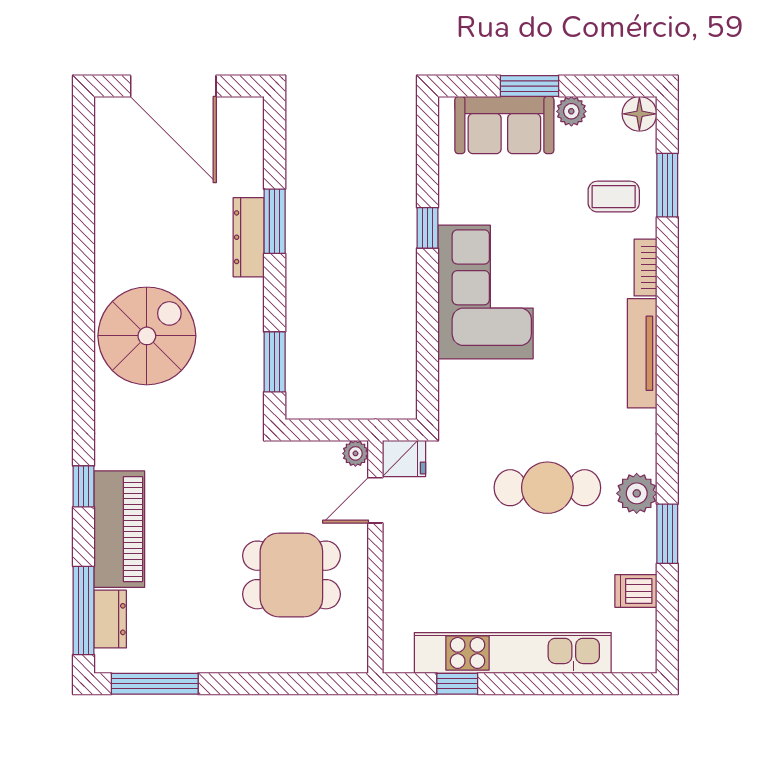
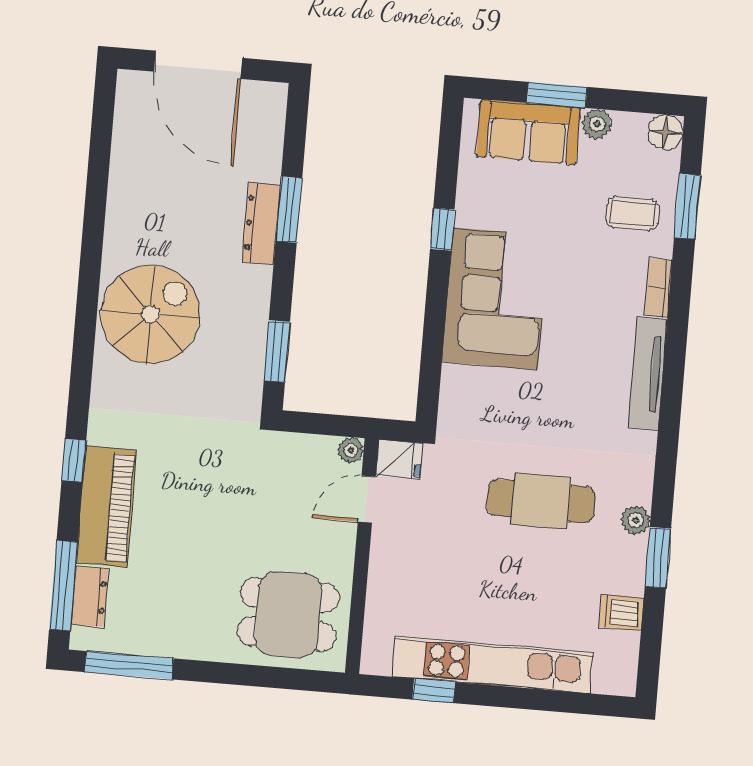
plant: (637, 493) -> (636, 520), width x0.73, depth x0.73
dining table: (291, 575) -> (288, 615), moved

